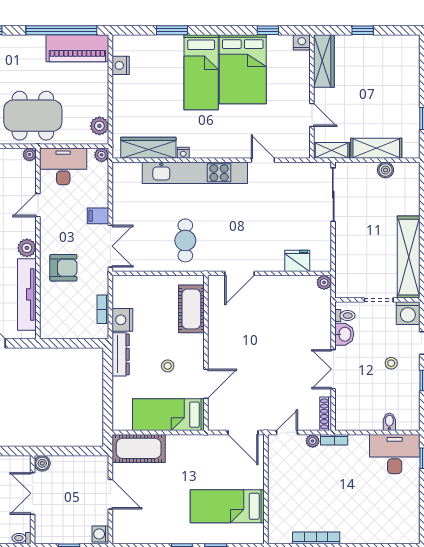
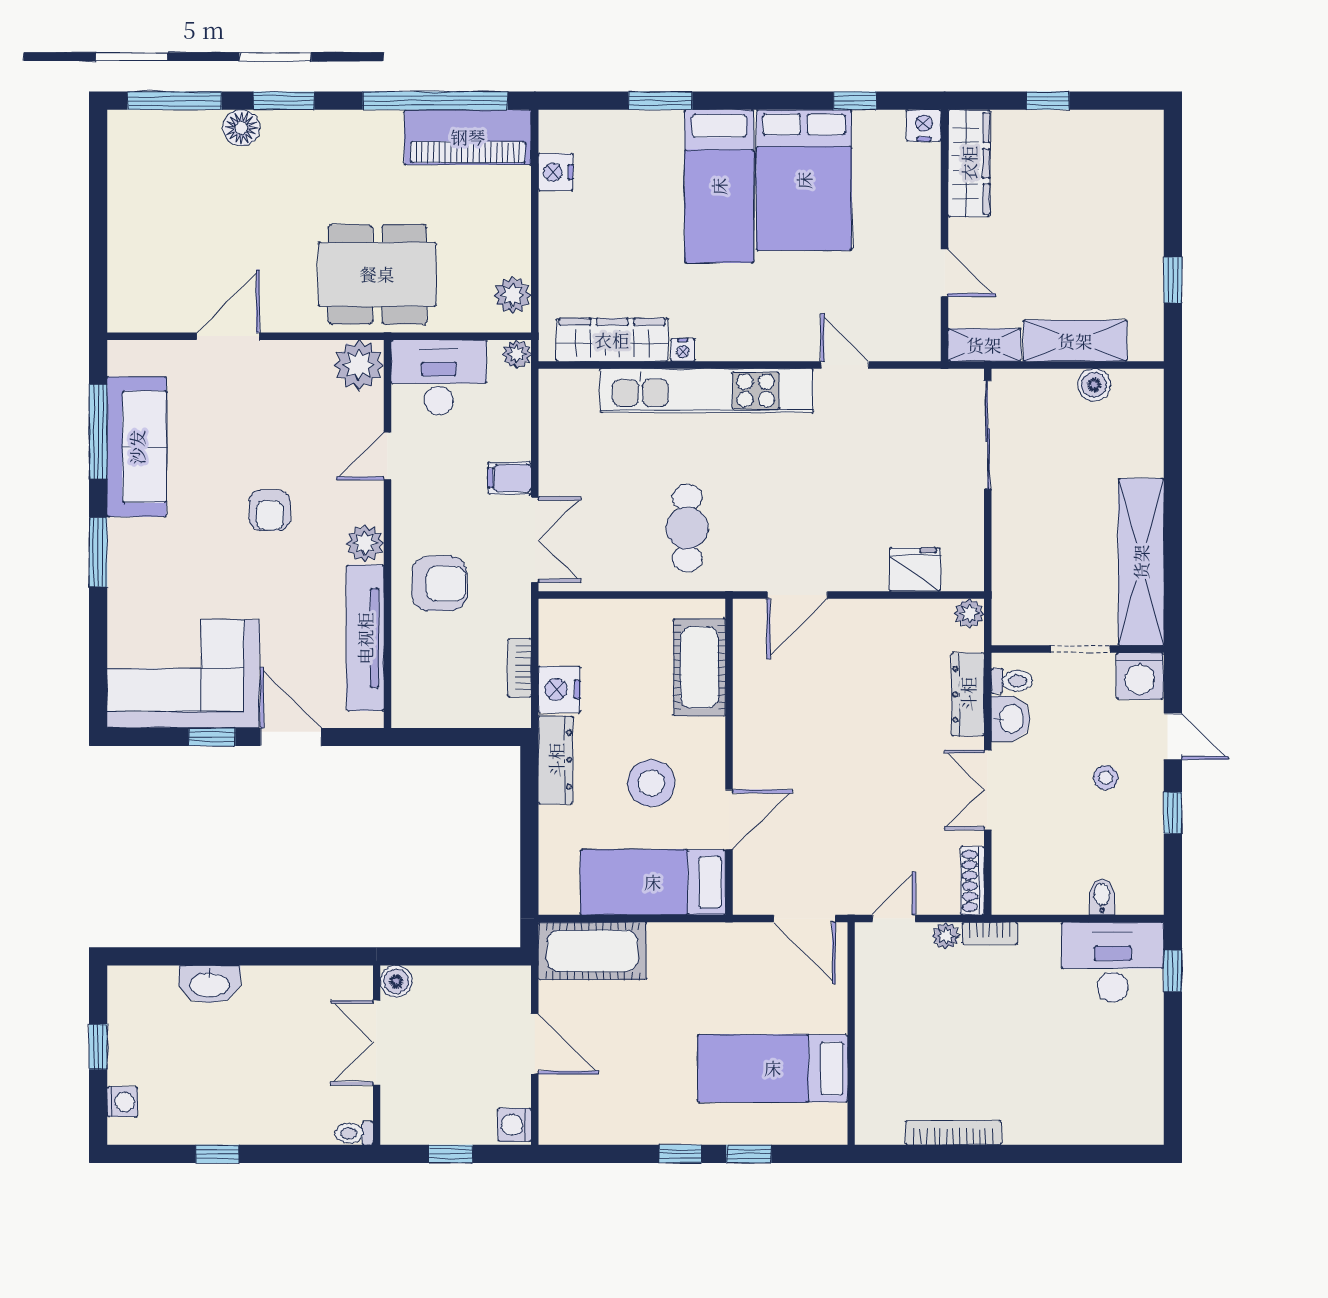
plant: (30, 154) -> (359, 365), width x1.88, depth x1.88
dresser: (323, 322) -> (968, 694), added
stool: (168, 366) -> (651, 783), width x1.89, depth x1.89

